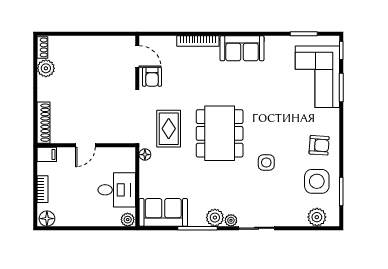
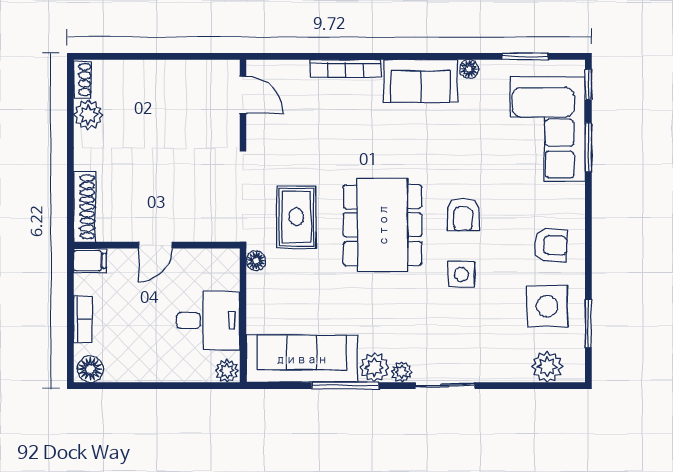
floor lamp: (271, 41) -> (469, 69), added
armchair: (152, 77) -> (463, 214), moved
sofa: (163, 212) -> (302, 359), width x1.36

